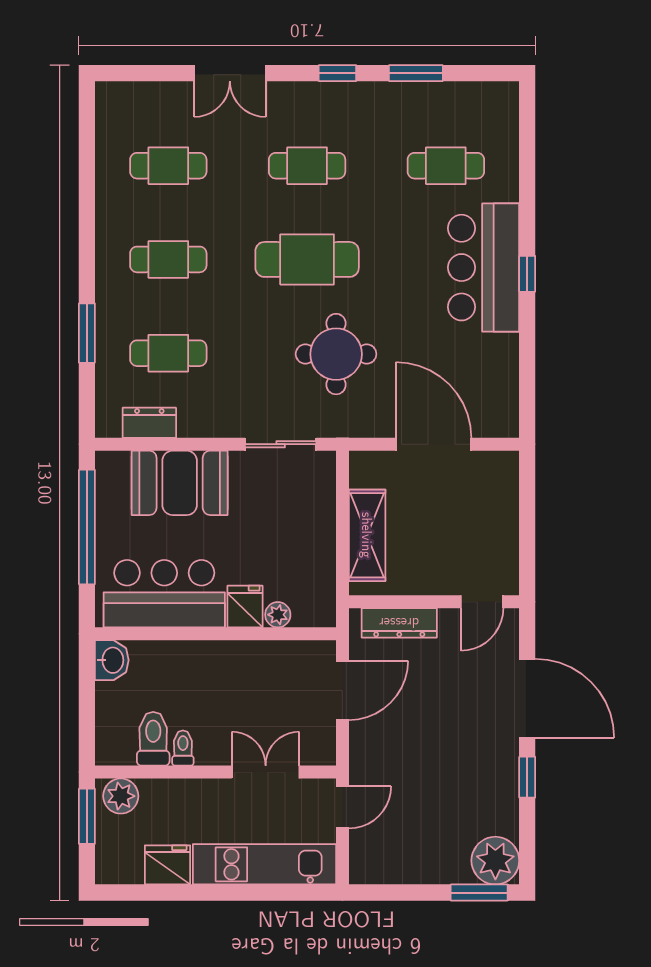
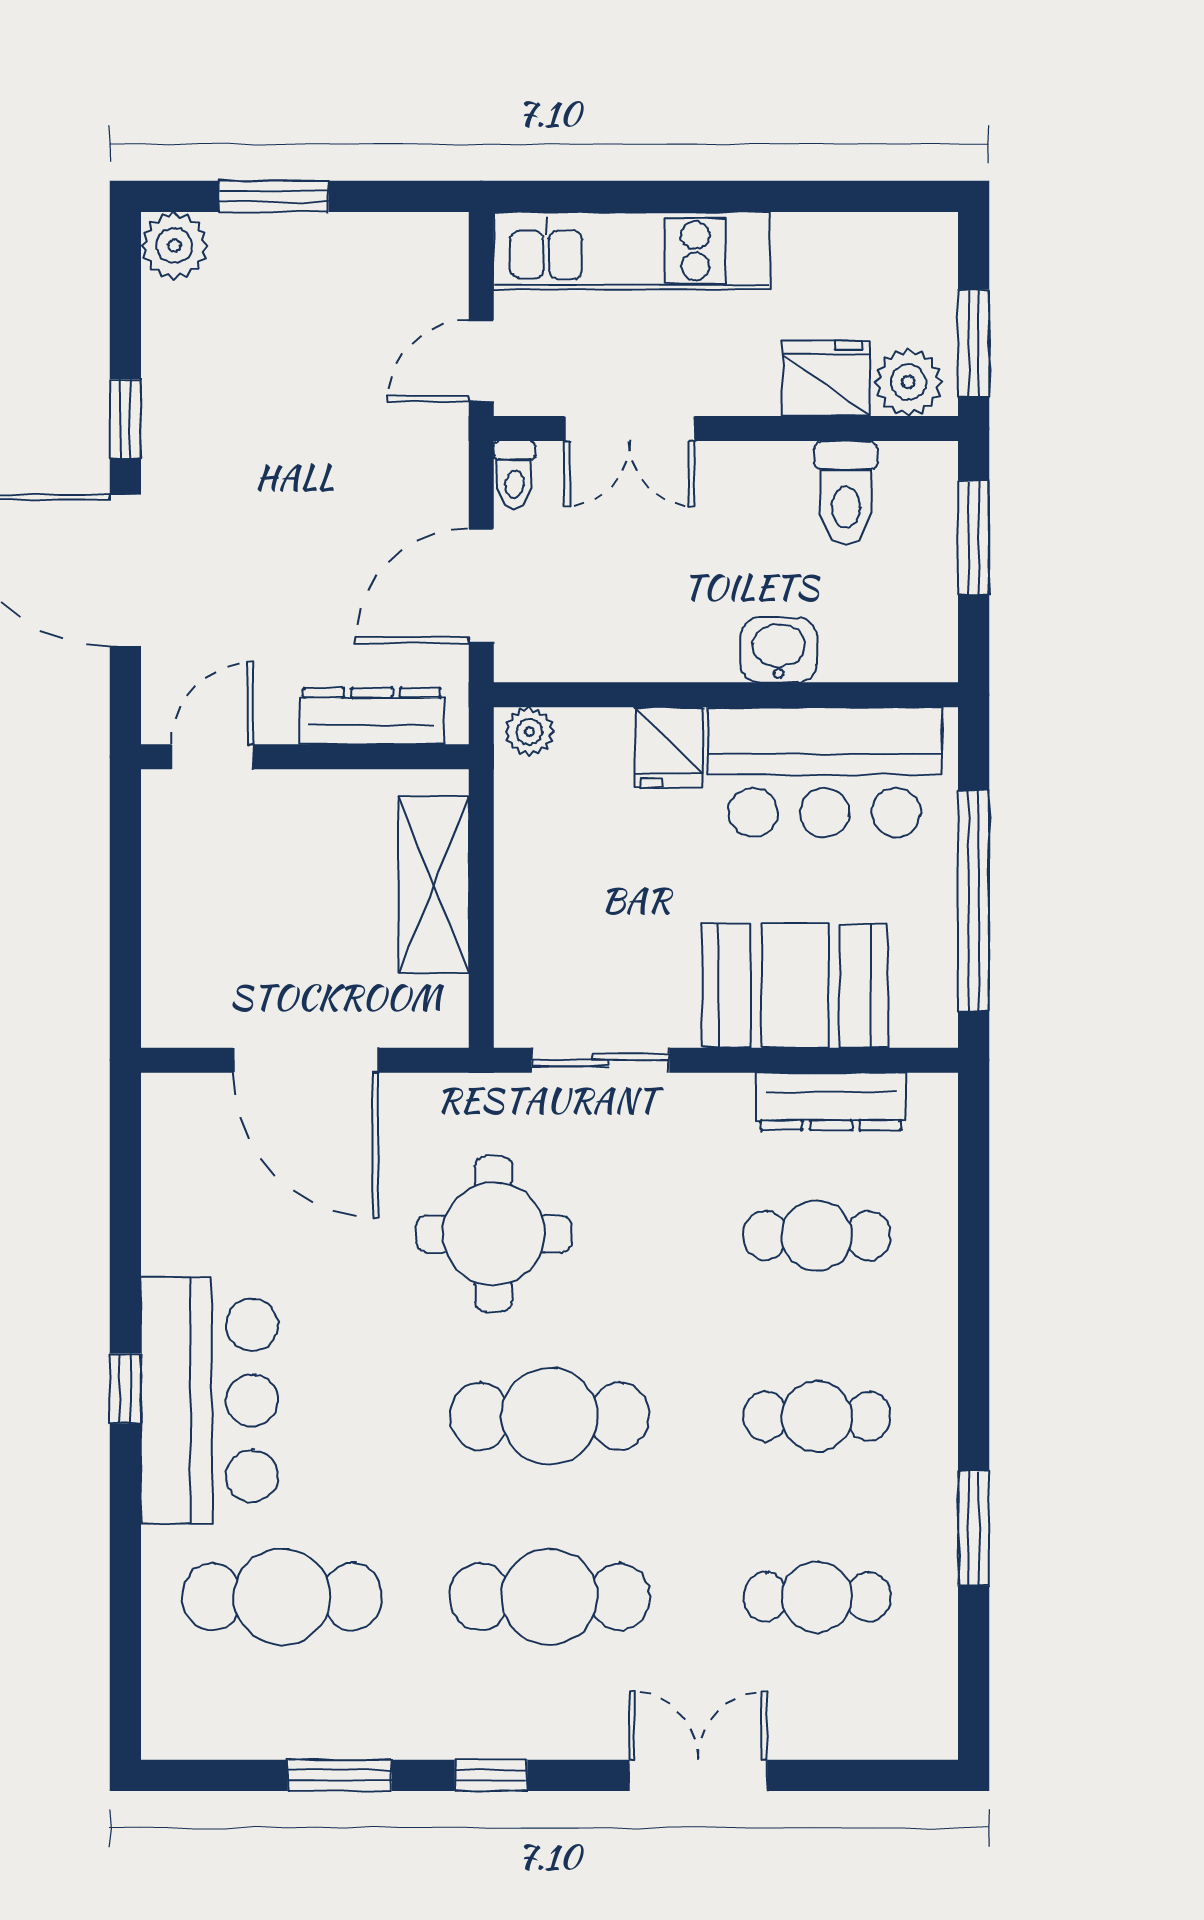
cafe table: (307, 166) -> (549, 1597), width x1.37, depth x1.35
cafe table: (446, 166) -> (282, 1597), width x1.37, depth x1.35
window: (87, 333) -> (974, 1528), moved
dresser: (149, 423) -> (831, 1102), width x1.44
plant: (278, 615) -> (529, 732), moved
washbasin: (112, 660) -> (779, 650), moved, turned 90
window: (87, 715) -> (974, 538), added
toilet: (183, 748) -> (515, 475), moved
plant: (495, 861) -> (175, 246), width x0.73, depth x0.73
fridge: (167, 865) -> (826, 379), moved, turned 180
window: (479, 893) -> (274, 196), moved

